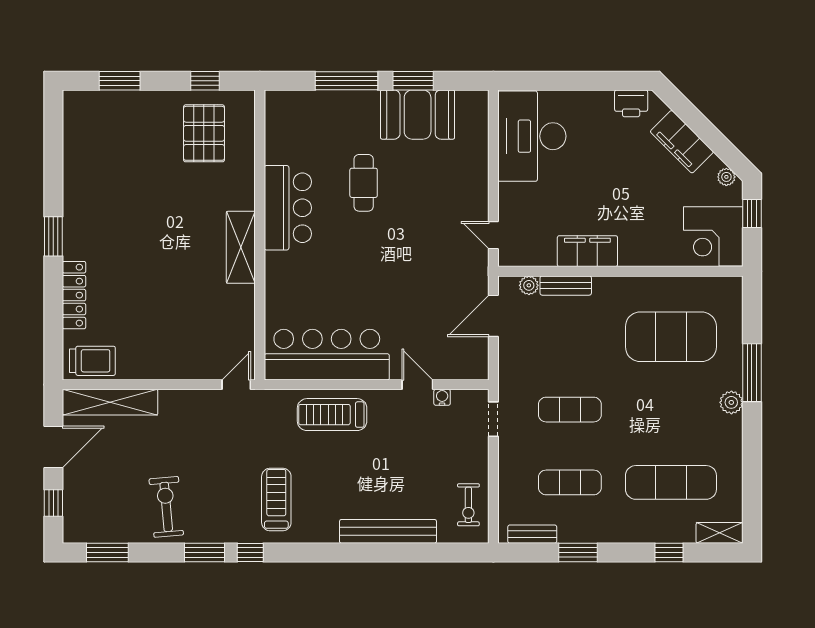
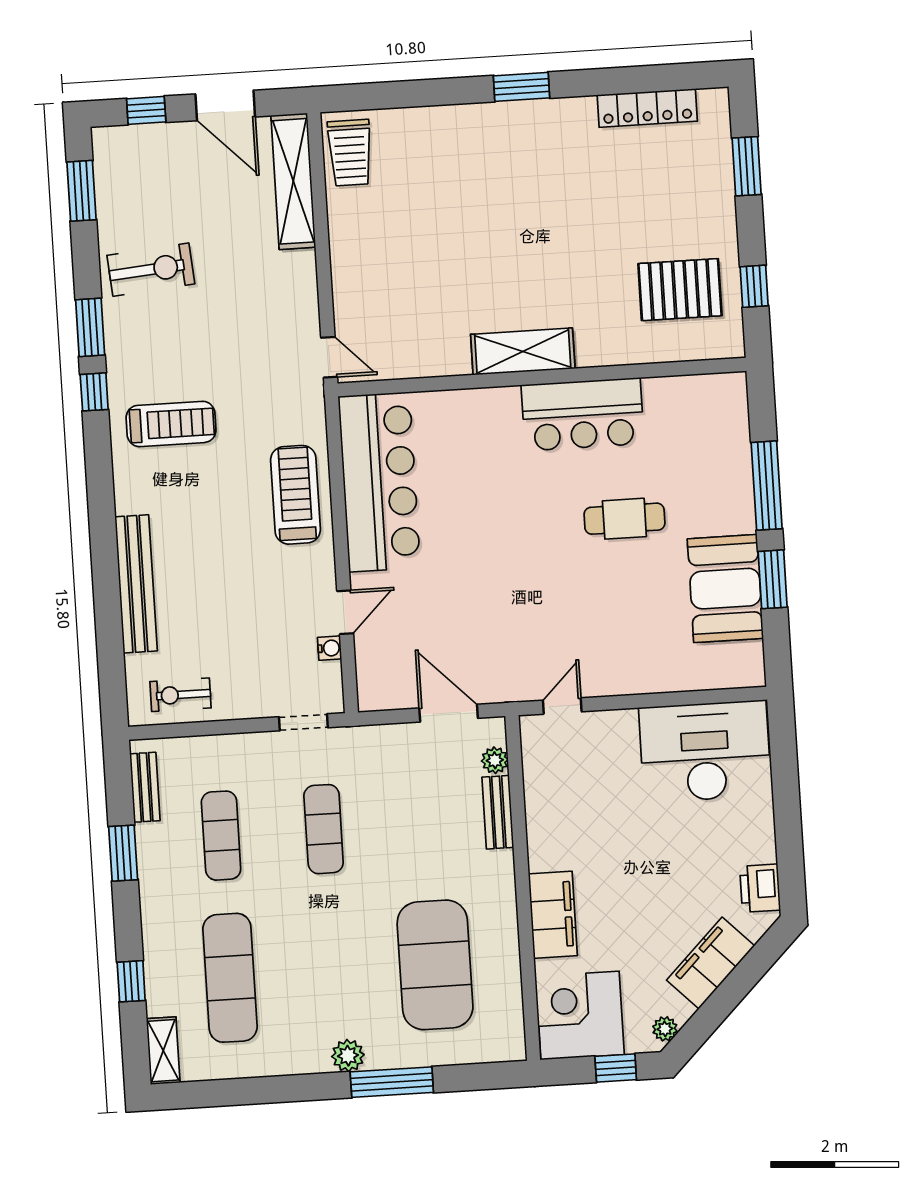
filing cabinet: (587, 251) -> (553, 915), moved
locker: (74, 295) -> (647, 108), moved

